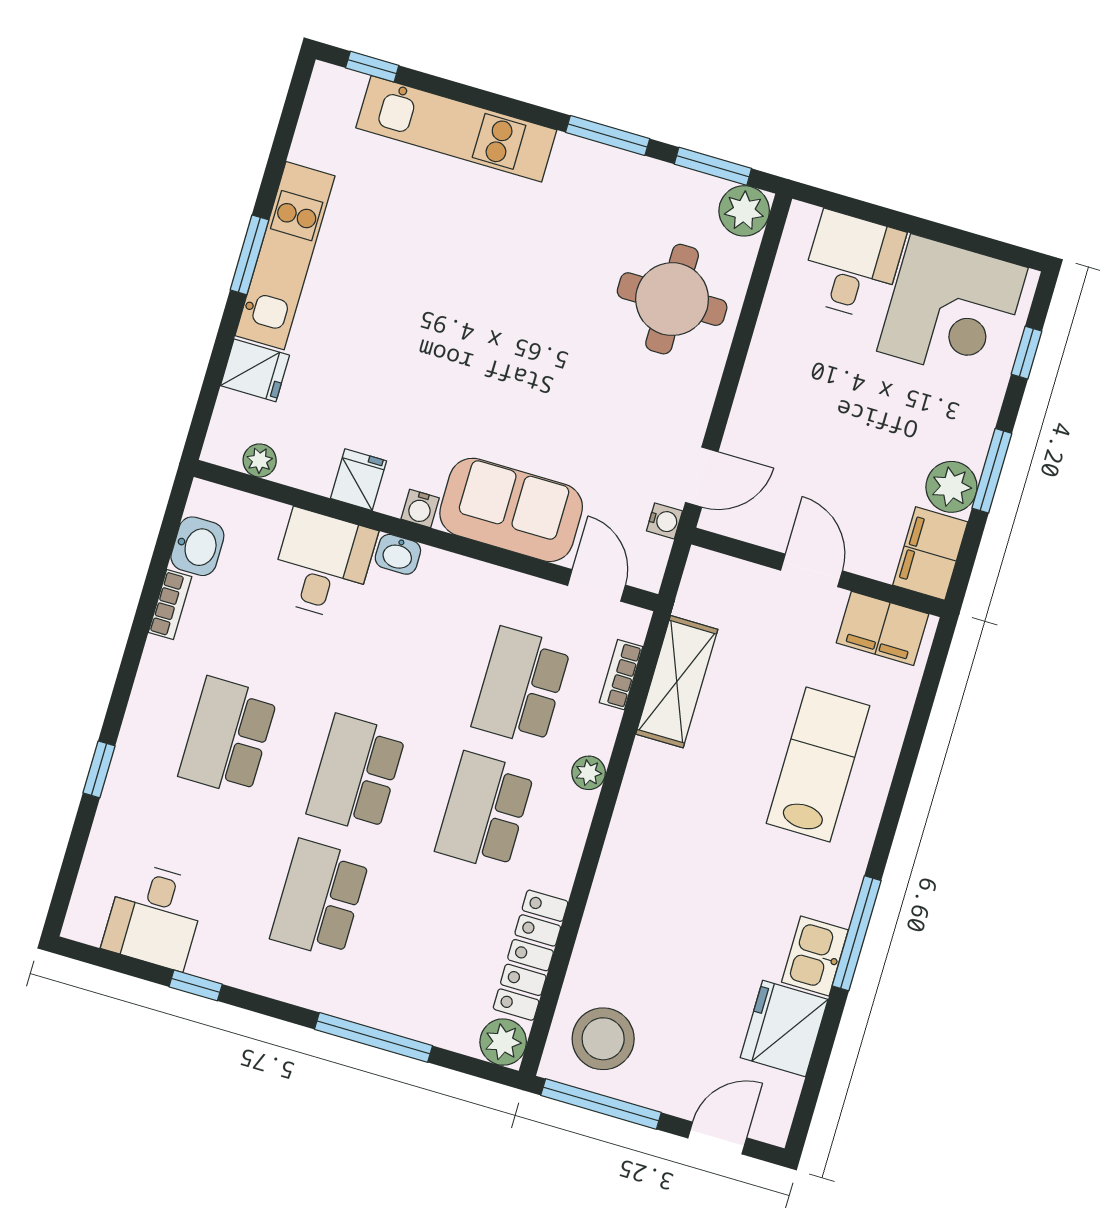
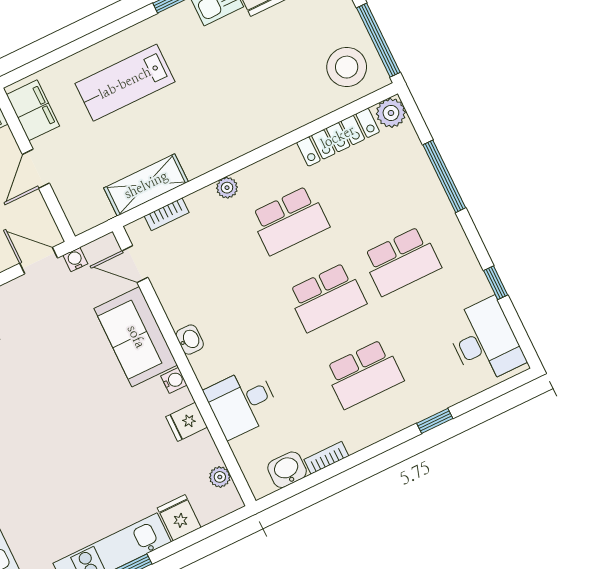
washbasin: (398, 554) -> (190, 340), moved
door: (596, 585) -> (135, 264), hinge flipped
school desk: (521, 686) -> (215, 256), removed
desk: (155, 916) -> (485, 341), width x1.37

